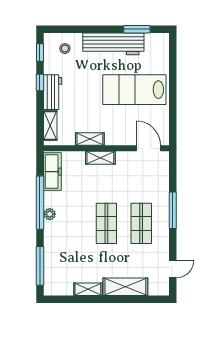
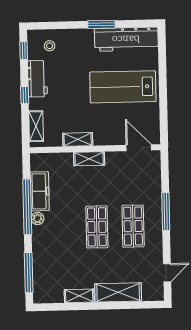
window: (137, 29) -> (101, 24), moved
workbench: (113, 44) -> (126, 39), moved
window: (40, 83) -> (25, 95), moved
workbench: (53, 92) -> (37, 79), moved
freezer: (52, 172) -> (40, 191), moved

